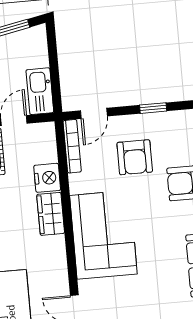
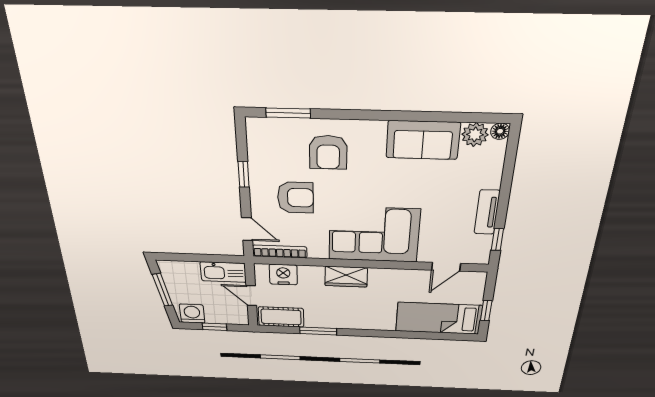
nightstand: (47, 178) -> (283, 275), moved

